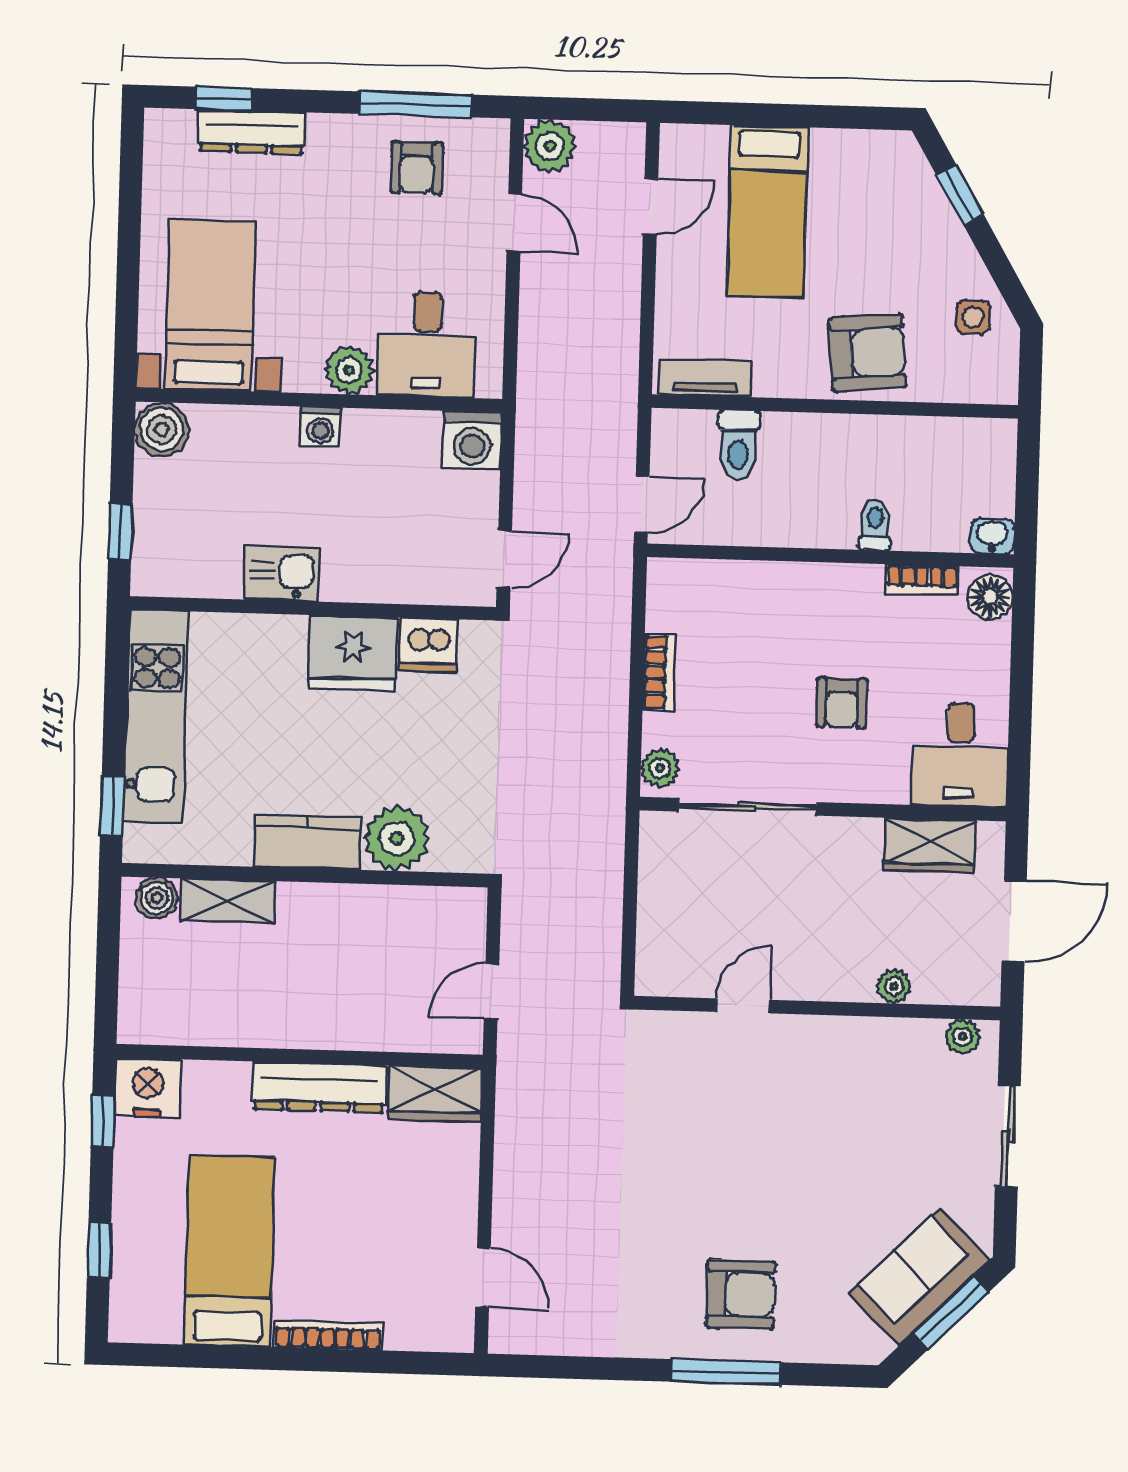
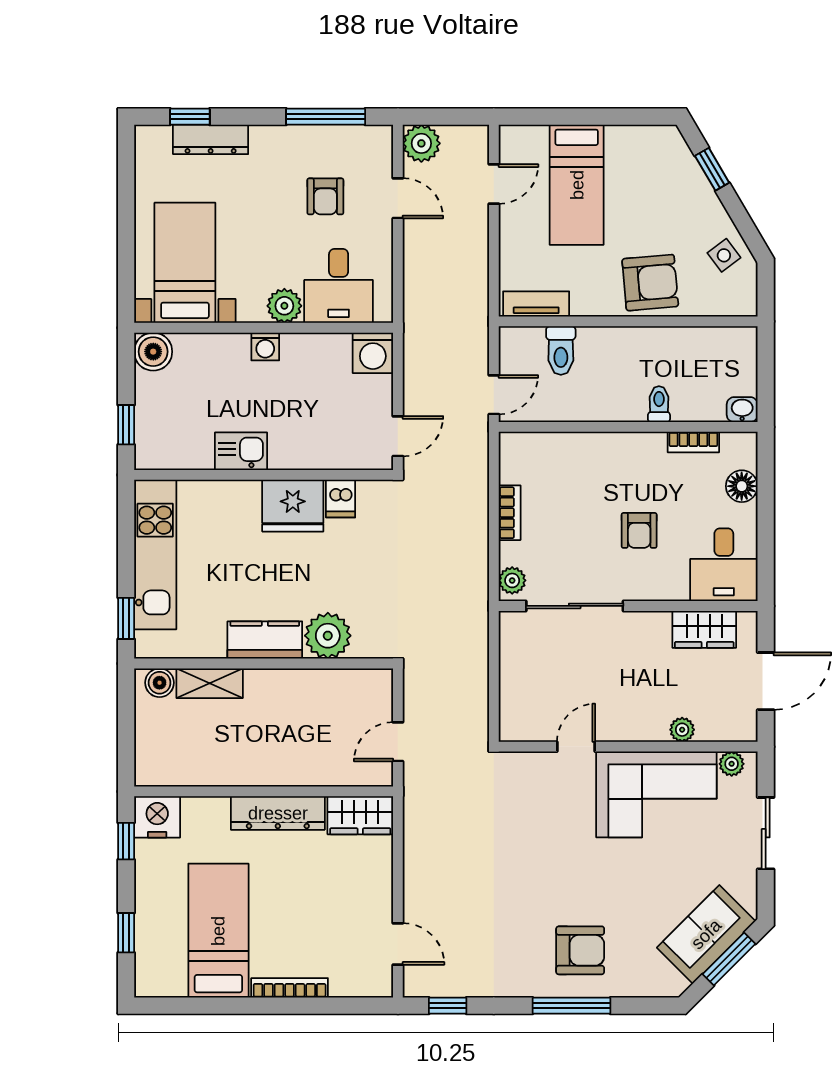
armchair: (417, 168) -> (325, 196), moved
side table: (973, 317) -> (724, 255), turned -37
floor lamp: (990, 597) -> (742, 486), moved
dishwasher: (428, 645) -> (341, 499), width x0.73
corner sofa: (855, 1077) -> (656, 794), added
window: (551, 1367) -> (448, 1006), added

